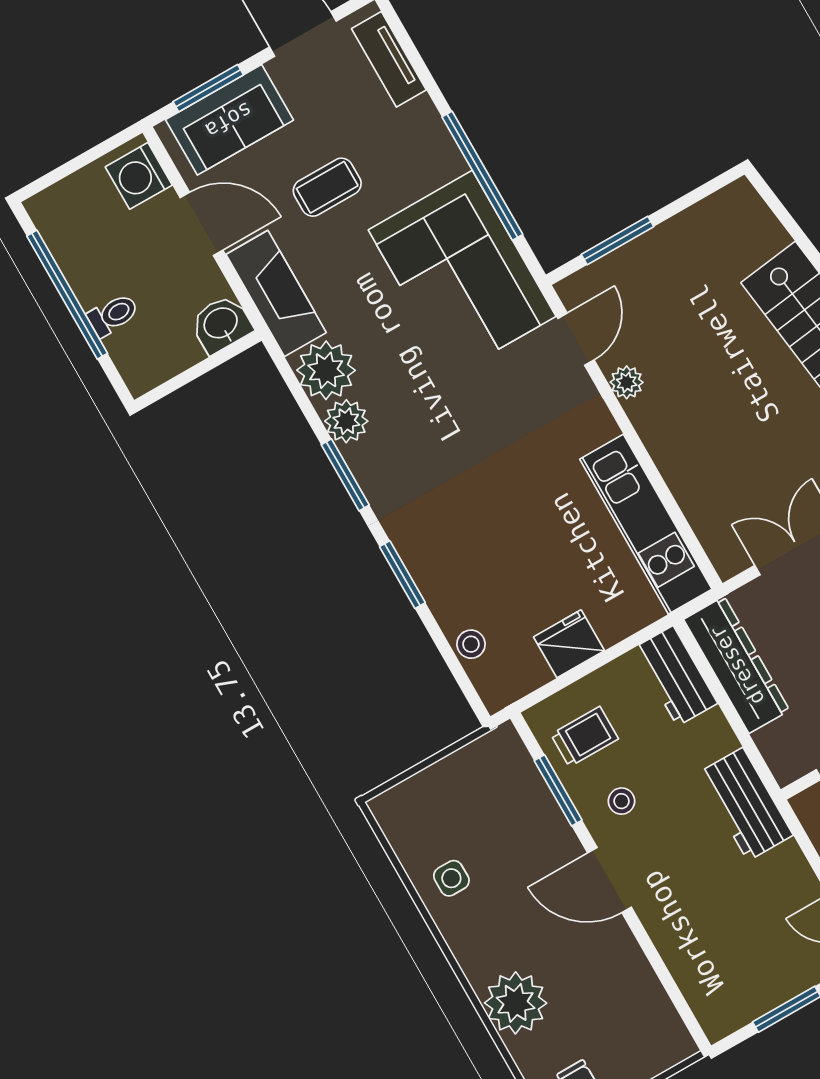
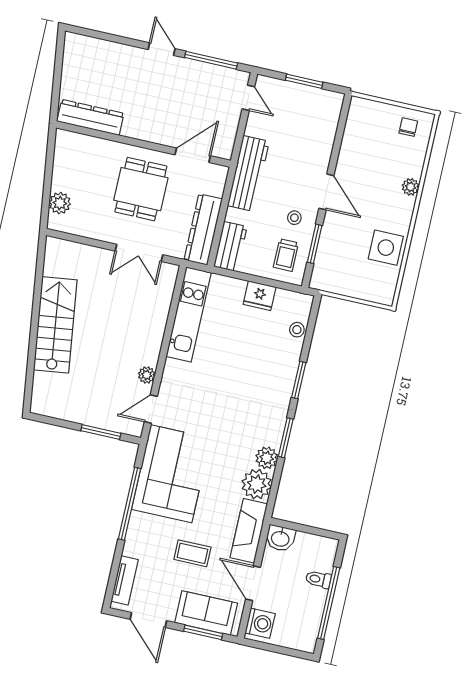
trolley: (585, 737) -> (286, 255), turned -90
workbench: (745, 804) -> (248, 173), width x1.37
side table: (451, 878) -> (386, 248), width x1.87, depth x1.87
plant: (516, 1003) -> (411, 187), width x0.53, depth x0.53

